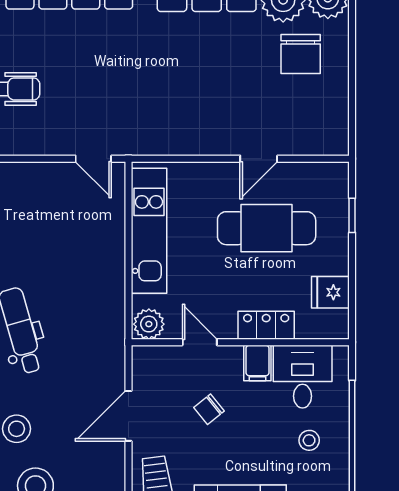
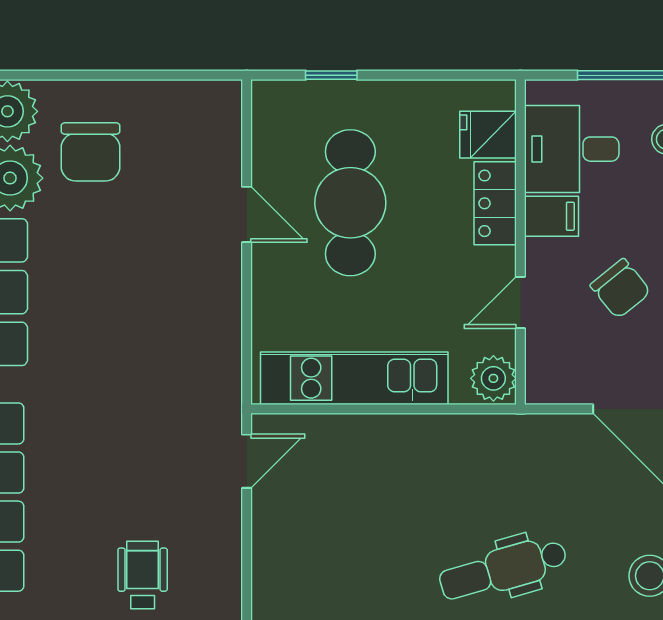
chair: (301, 54) -> (91, 152), turned 90
fridge: (330, 292) -> (488, 135), moved, turned 90
chair: (209, 409) -> (620, 289), width x1.37, depth x1.37

